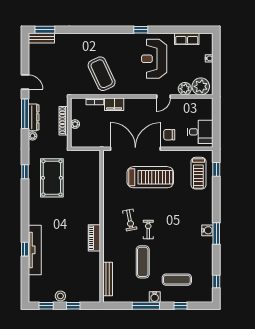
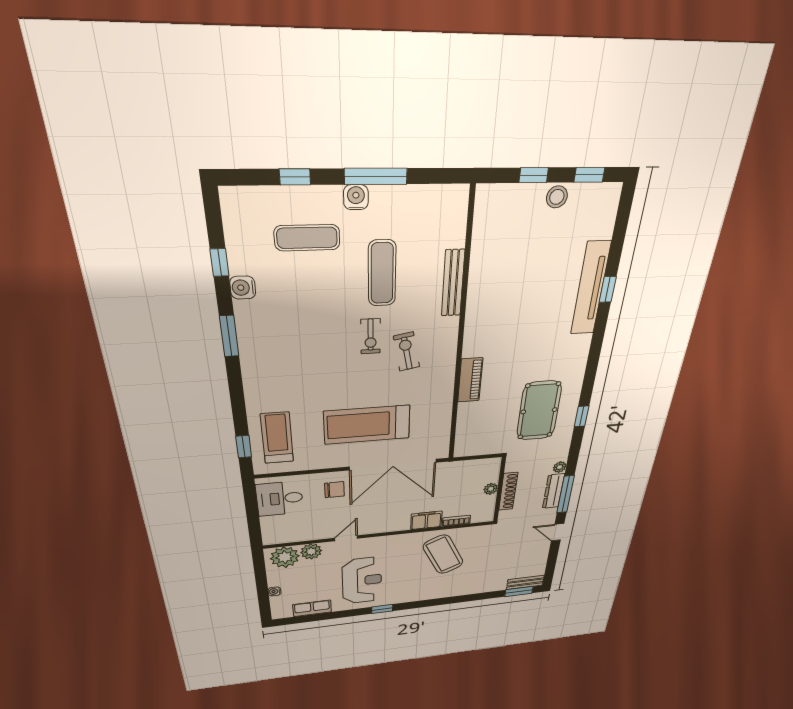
water cooler: (207, 230) -> (243, 288), moved
piano: (94, 238) -> (470, 380), moved
bench: (108, 279) -> (453, 283), moved
window: (216, 282) -> (219, 263), moved

